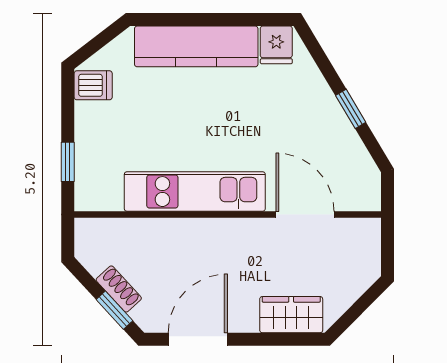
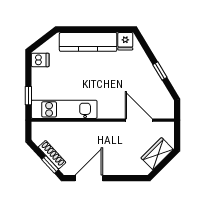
kitchen unit: (195, 192) -> (64, 109), moved
shoe rack: (119, 289) -> (52, 155), width x1.43
wardrobe: (291, 315) -> (157, 154), moved, turned -45

